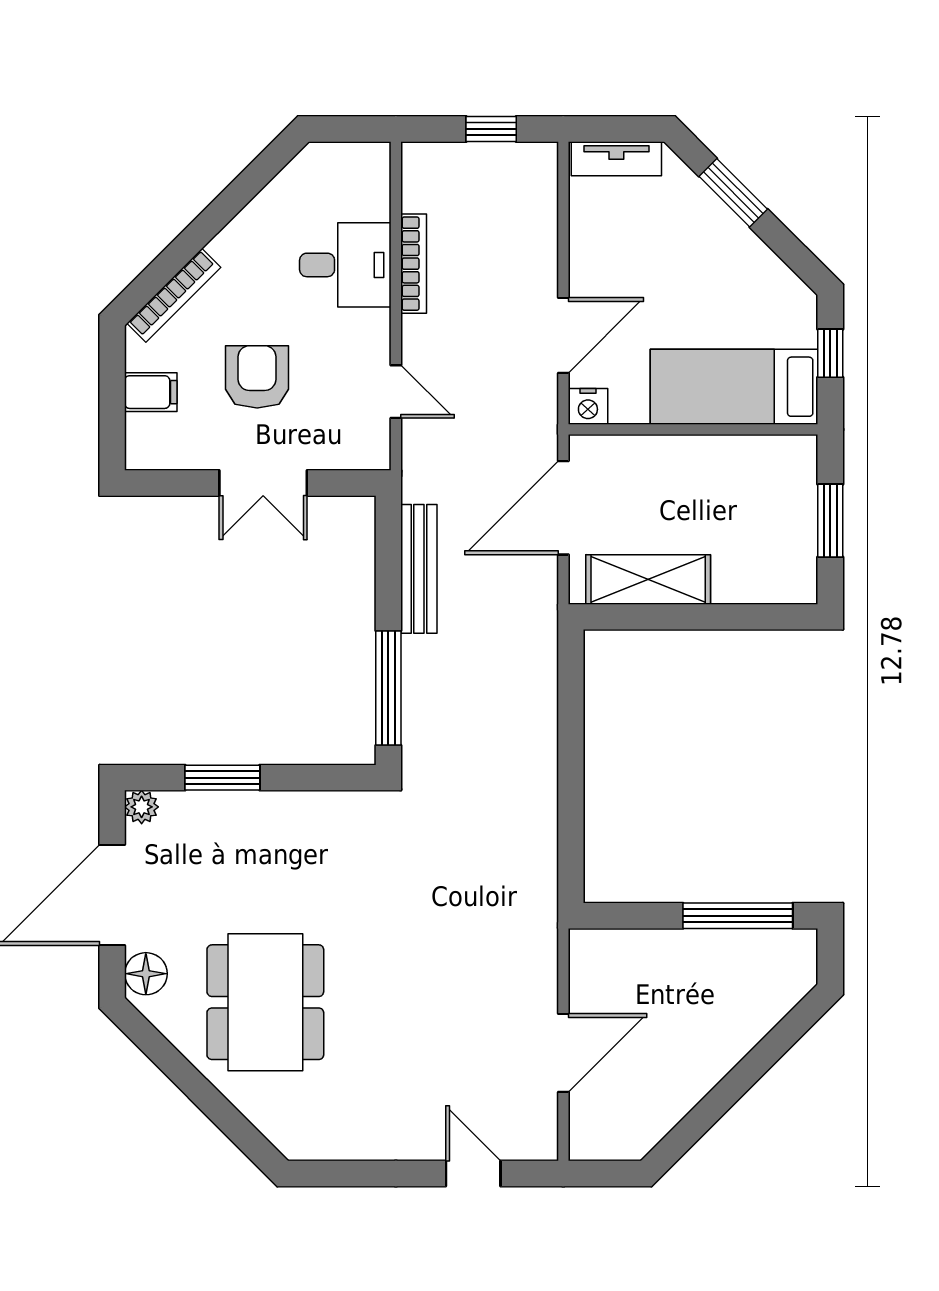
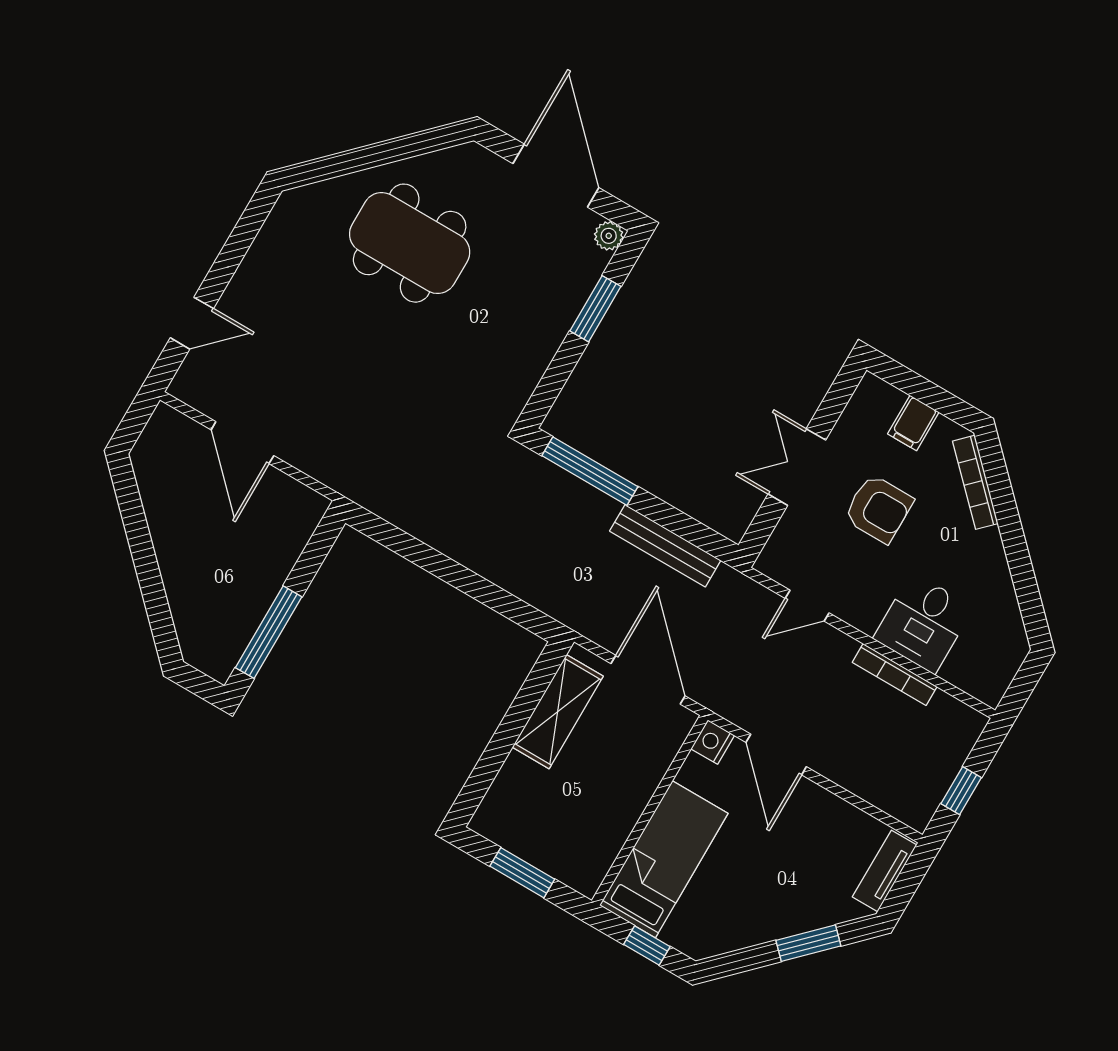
floor lamp: (146, 974) -> (483, 167), removed

